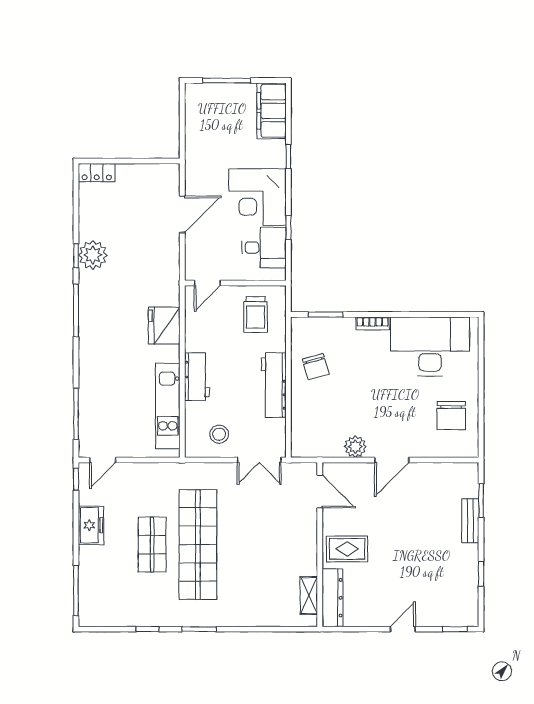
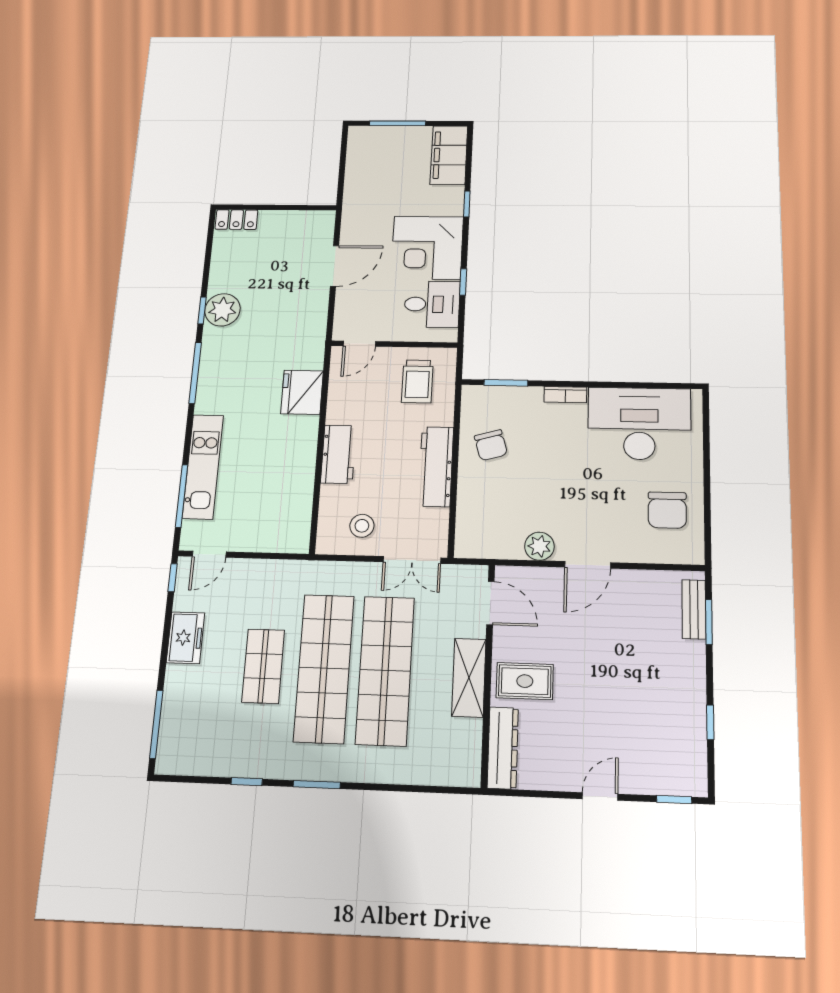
kitchen unit: (168, 406) -> (203, 467), moved, turned 180
bench: (470, 521) -> (694, 609), moved
shop shelf: (244, 545) -> (385, 670), added
shelving: (309, 596) -> (469, 678), moved, width x1.50, depth x1.33

